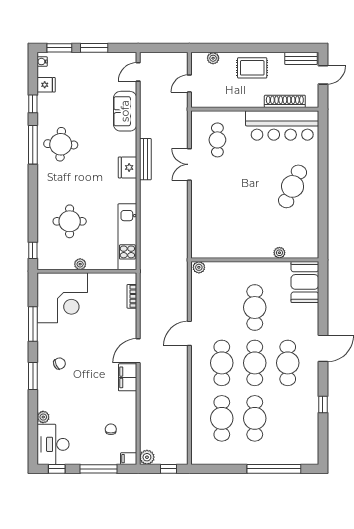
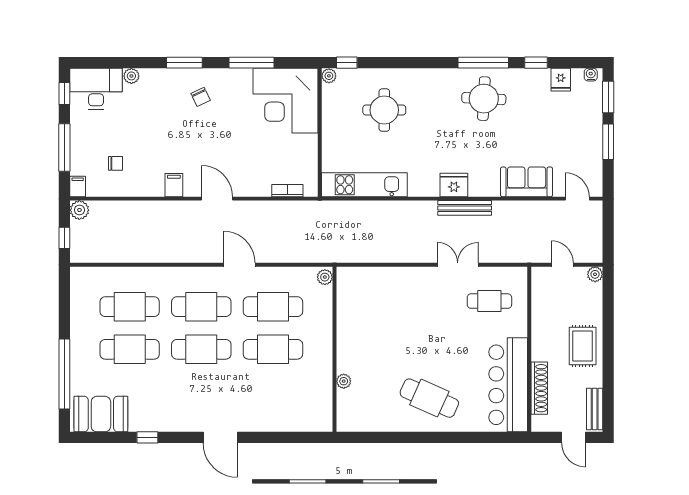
plant: (213, 58) -> (595, 274), moved
plant: (80, 264) -> (329, 76), moved
booth: (305, 282) -> (101, 414), moved
cafe table: (288, 363) -> (273, 307), moved
filing cabinet: (128, 377) -> (174, 185), width x0.50

